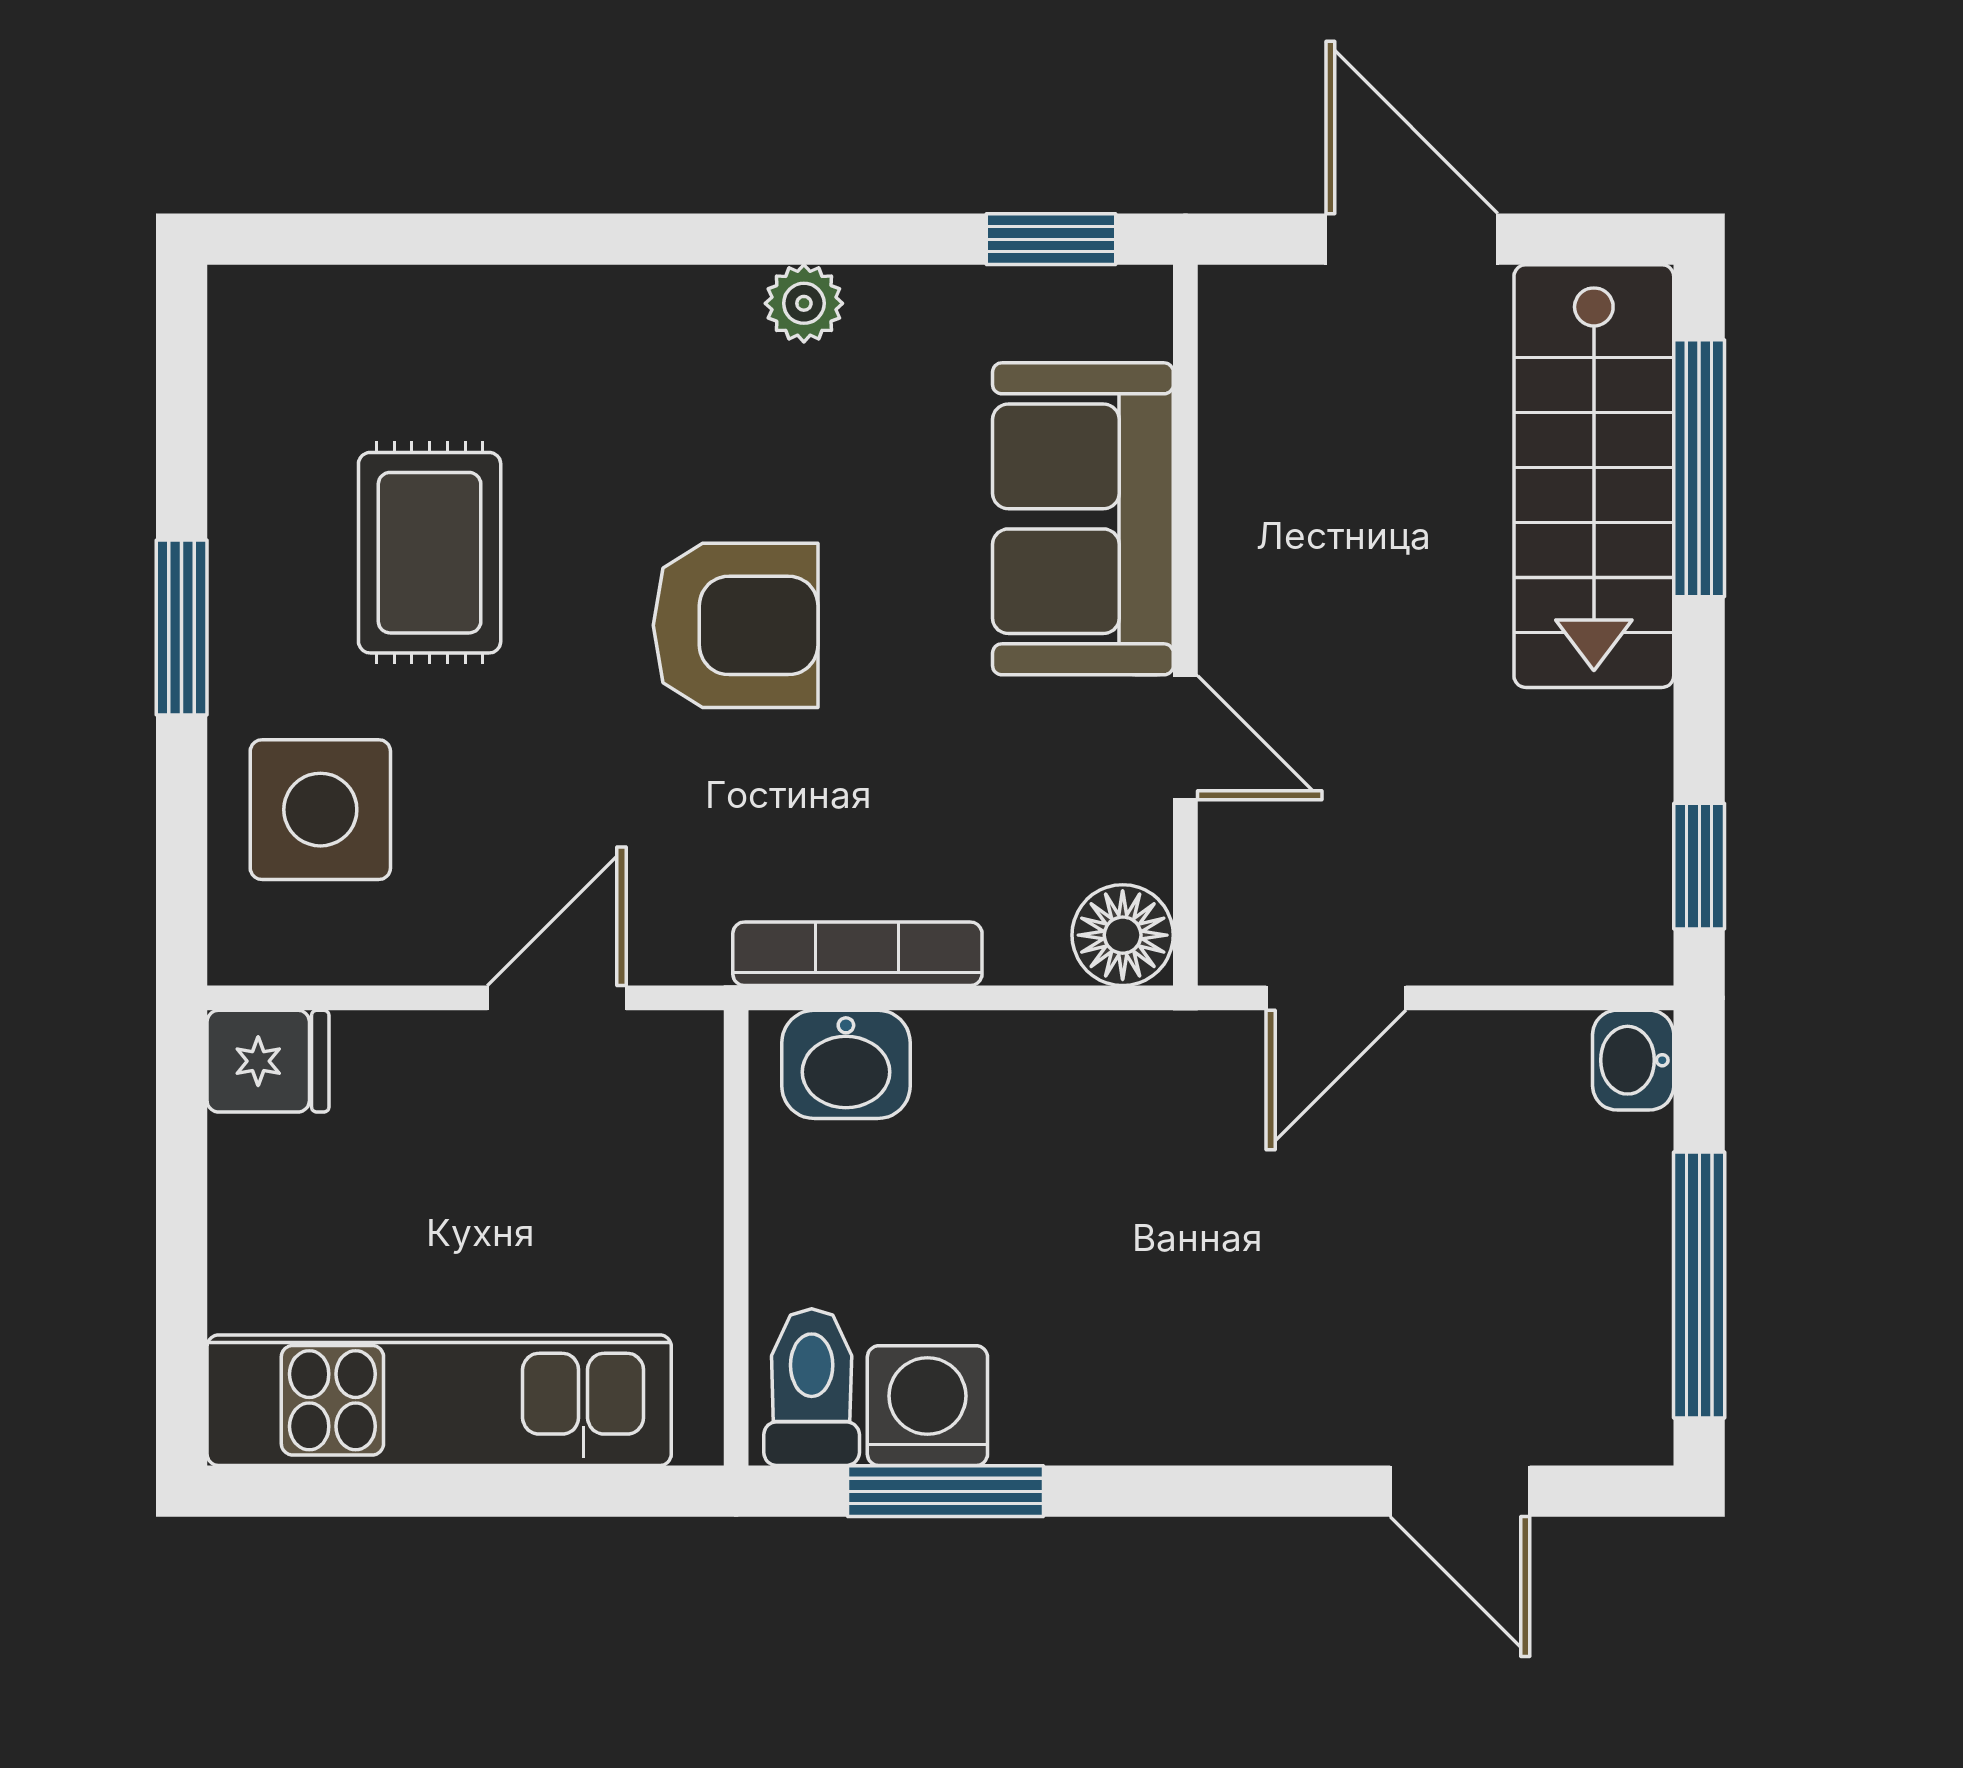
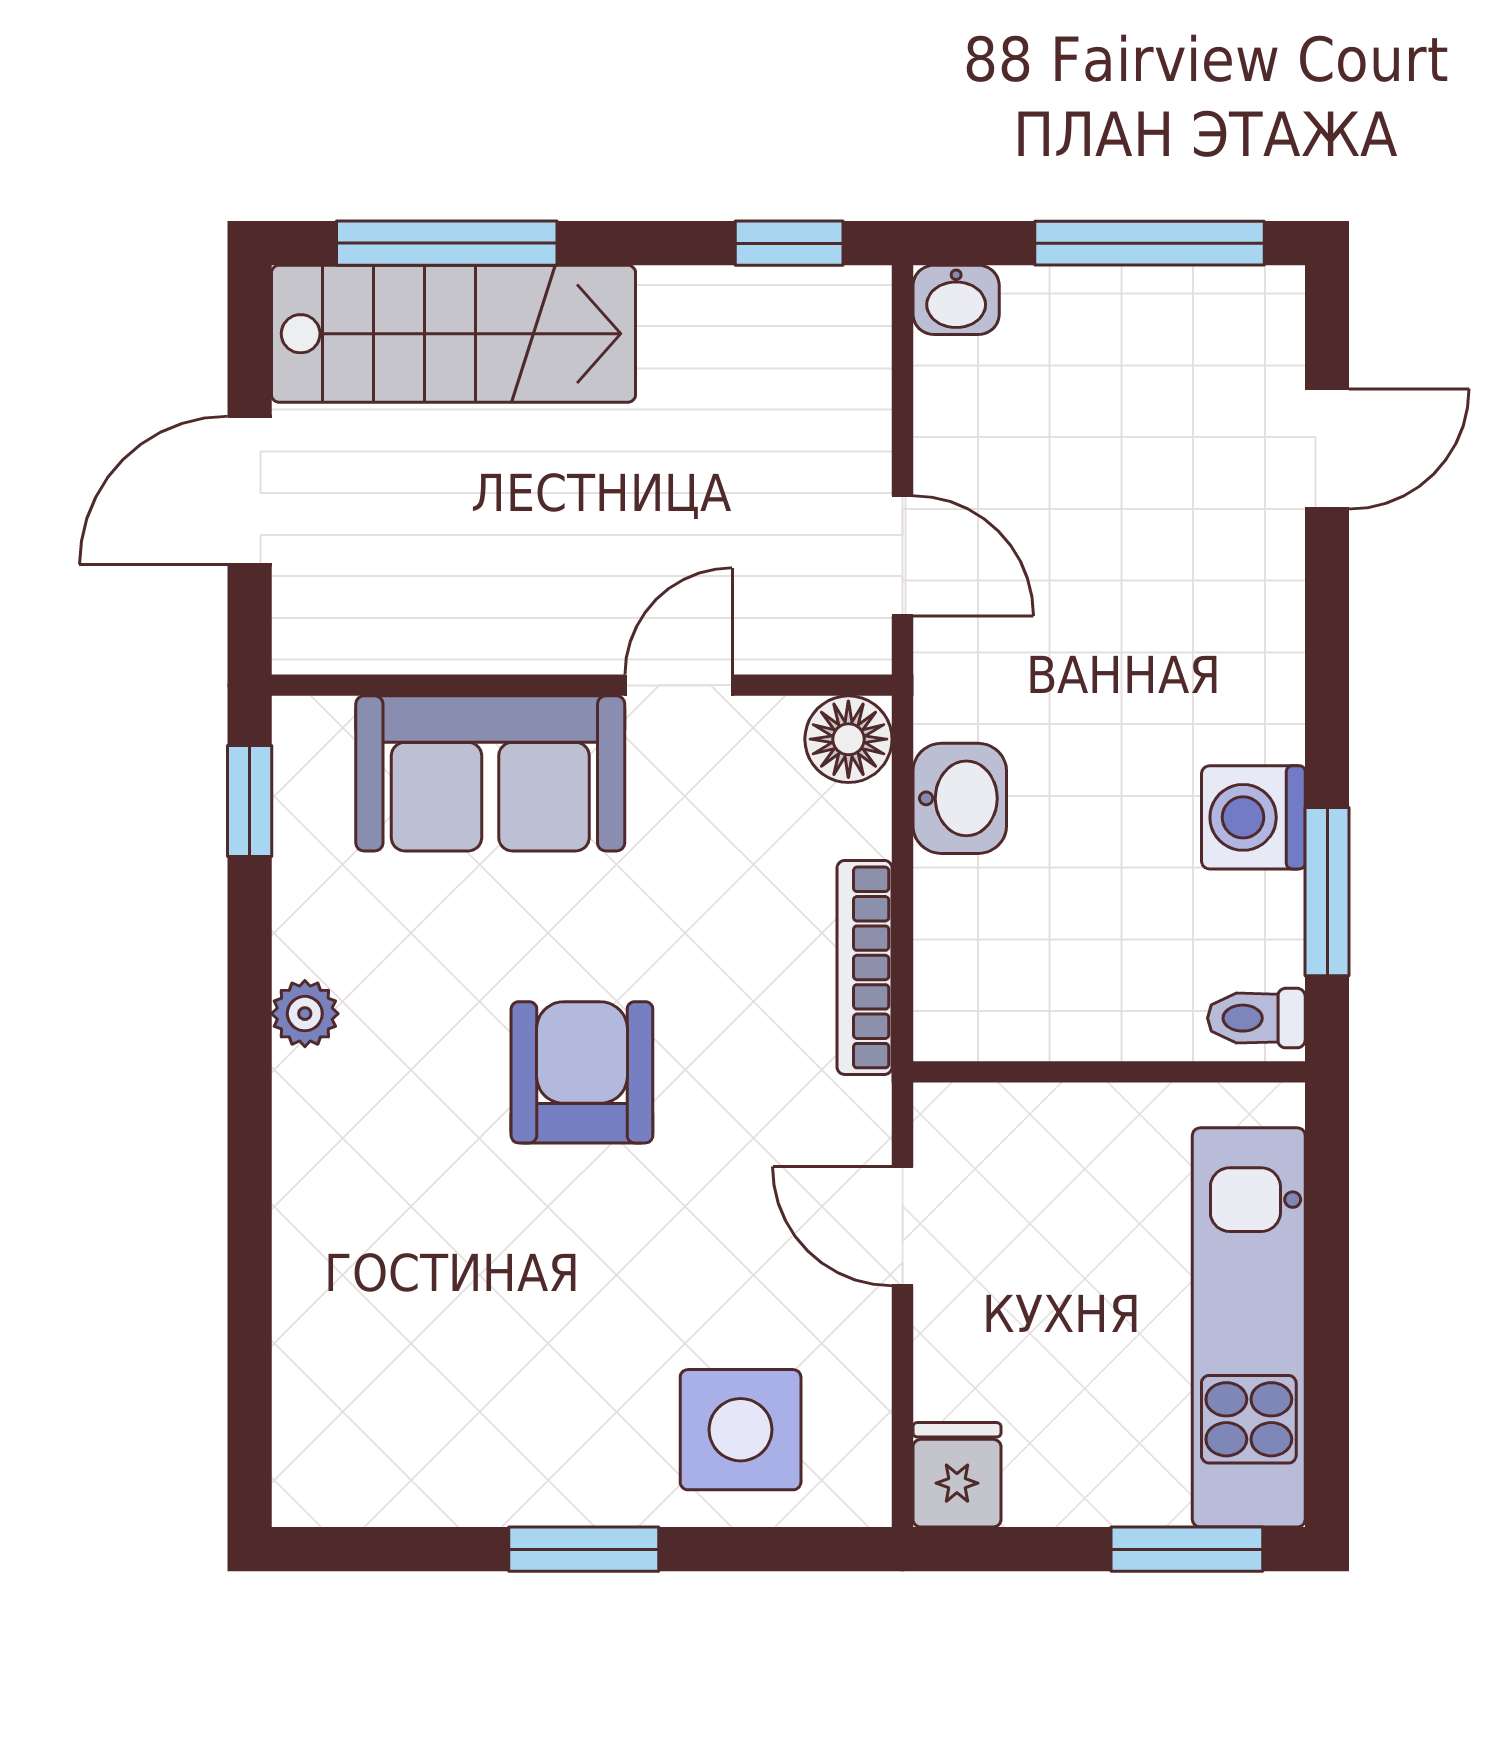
rug: (430, 553) -> (519, 1336), removed
washbasin: (846, 1064) -> (960, 798), moved
window: (182, 1328) -> (1187, 1549), added
toilet: (812, 1387) -> (1256, 1018), width x0.73, depth x0.72
washing machine: (927, 1406) -> (1253, 817), moved

